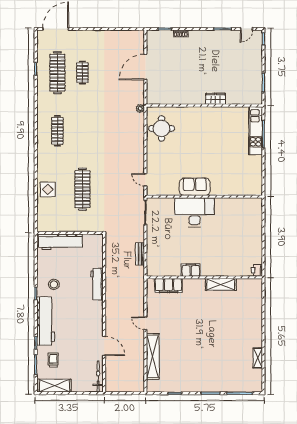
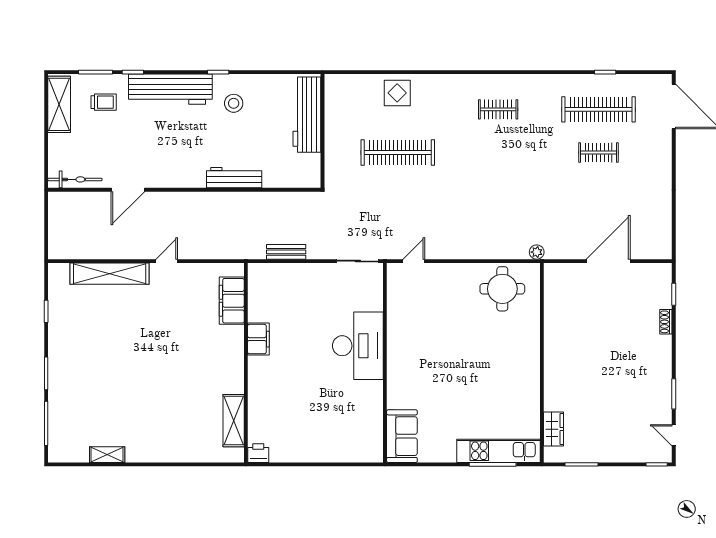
door: (145, 67) -> (608, 261), hinge flipped
wardrobe: (216, 99) -> (553, 429), moved
clothes rail: (57, 131) -> (498, 109), width x0.73
sofa: (195, 187) -> (402, 436), moved
shelving: (221, 284) -> (234, 421), moved

